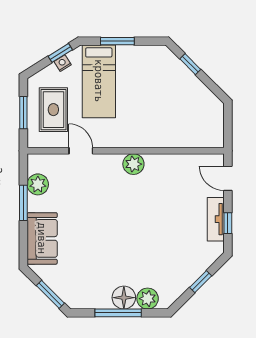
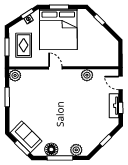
bed: (99, 81) -> (58, 29), width x2.04
door: (81, 151) -> (55, 68), moved
plant: (133, 164) -> (87, 75), moved
plant: (38, 184) -> (15, 75), moved
sofa: (42, 238) -> (26, 137), moved, turned -45
floor lamp: (124, 298) -> (51, 149), moved

